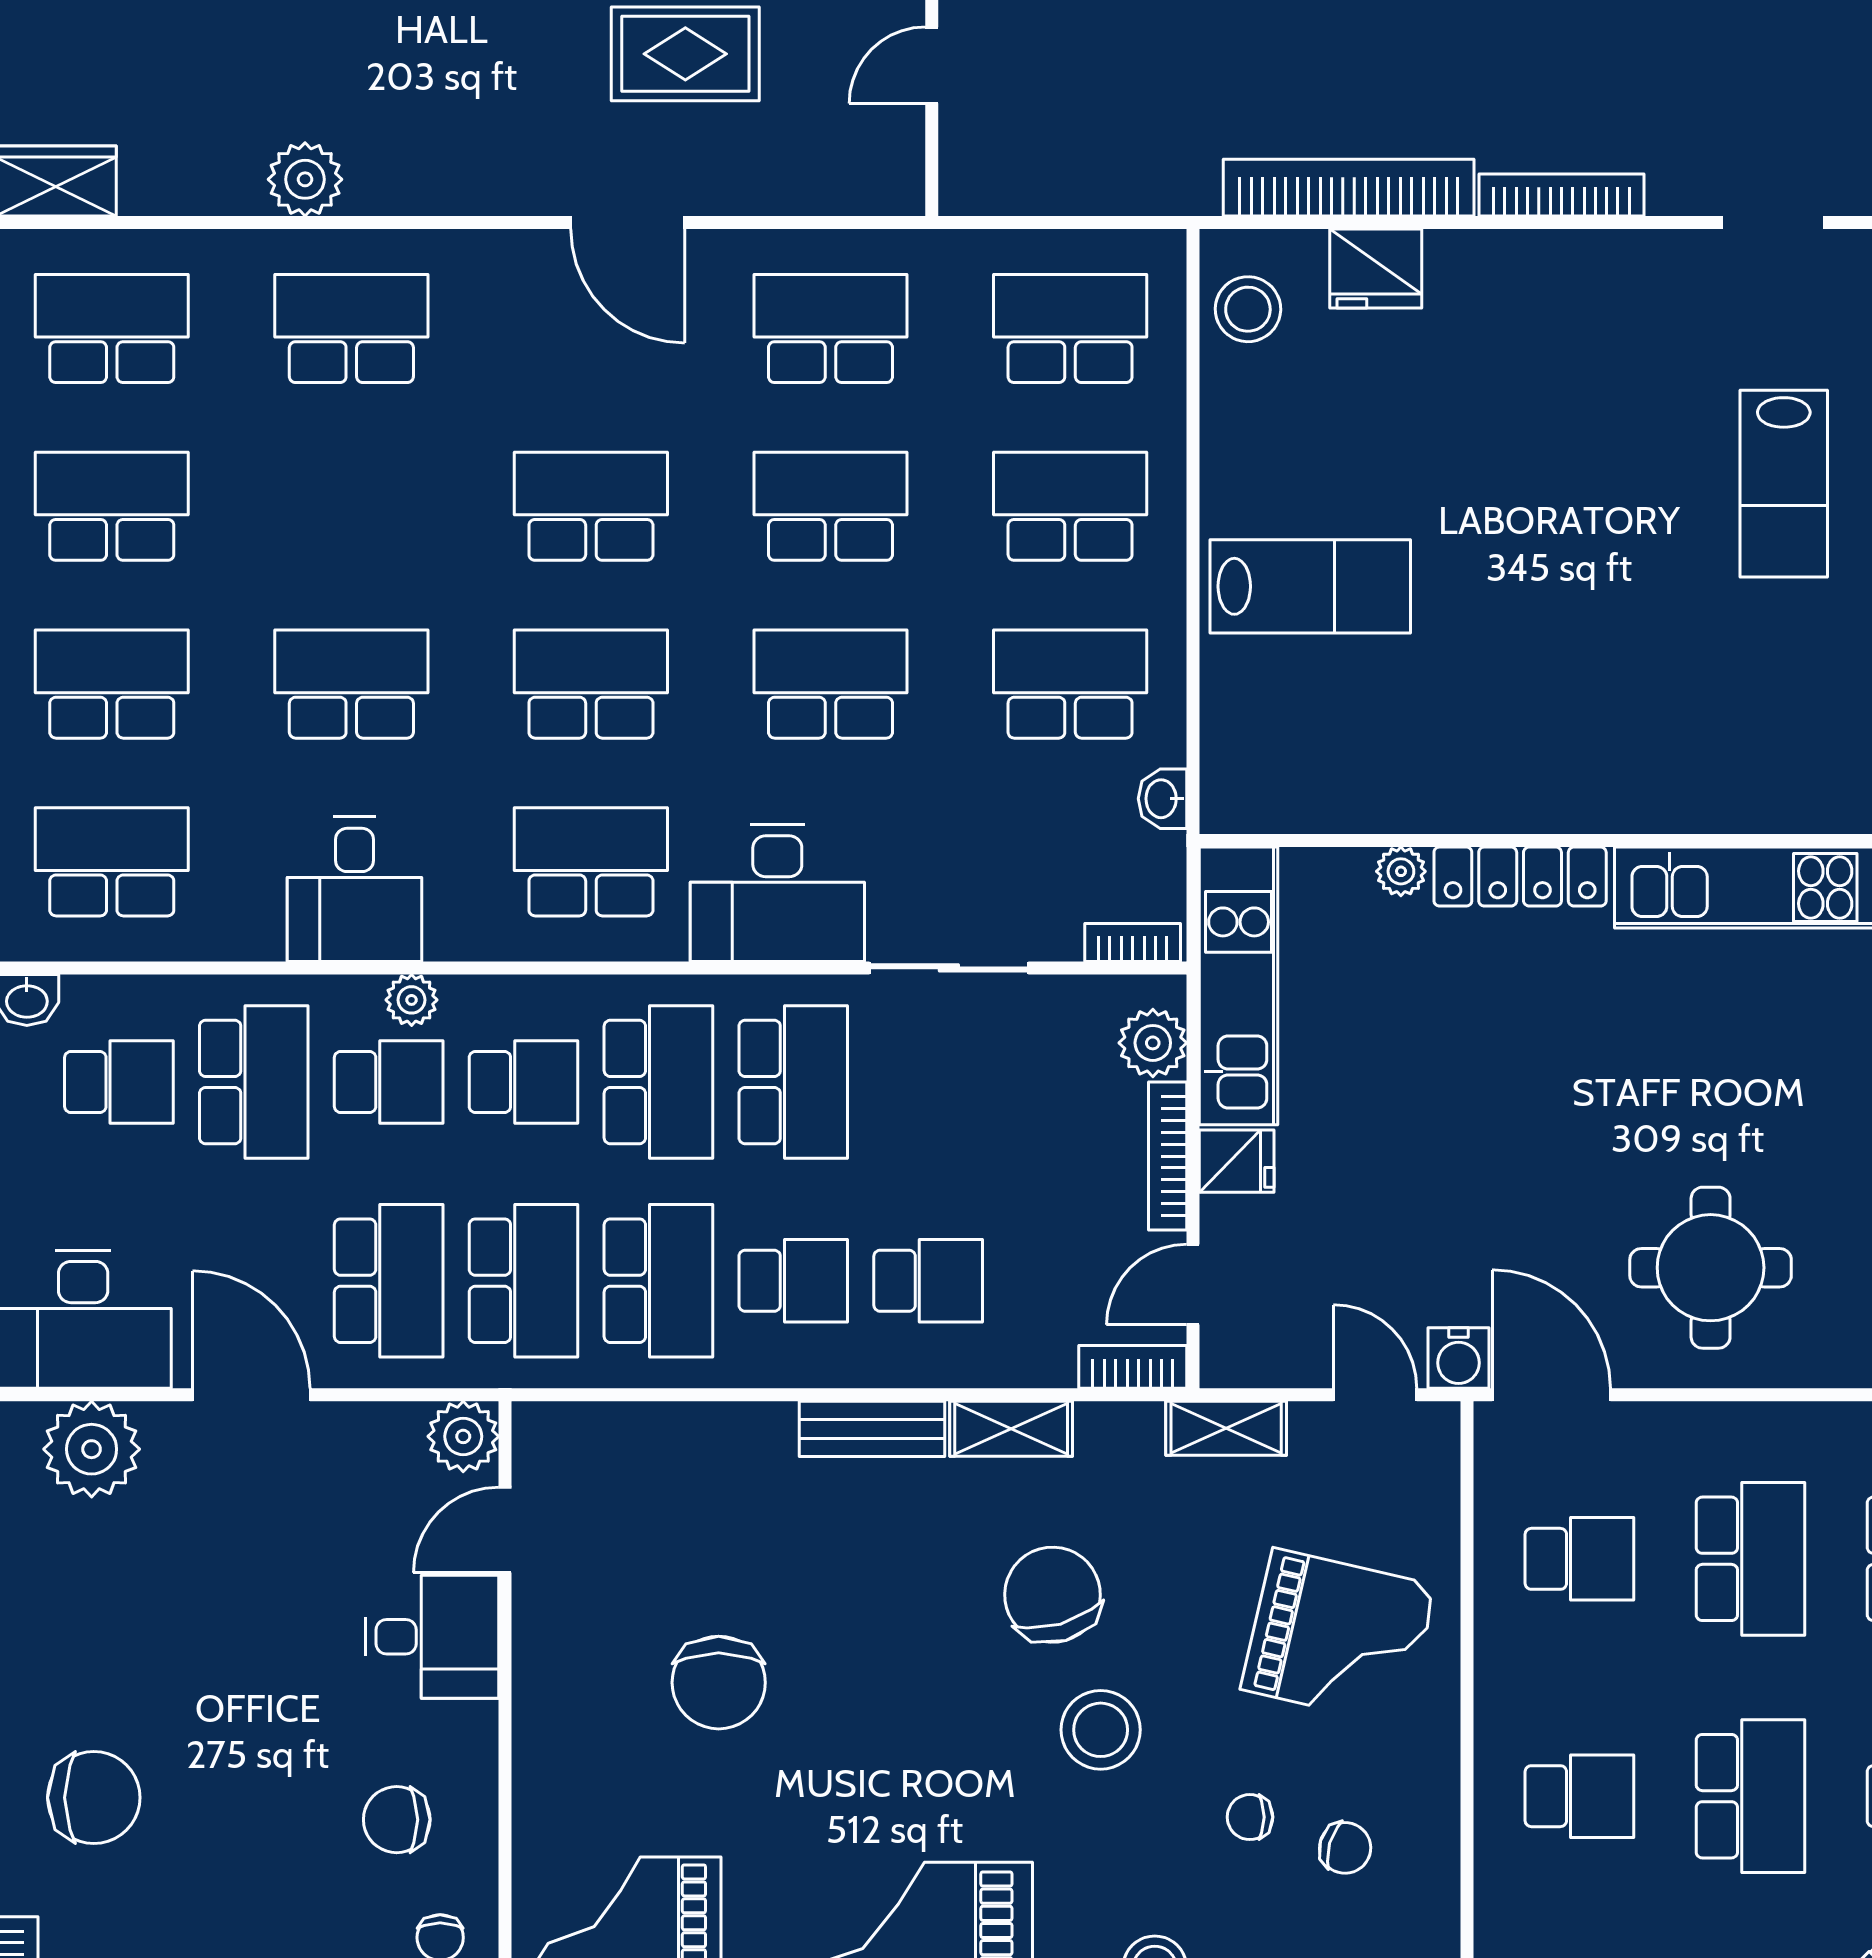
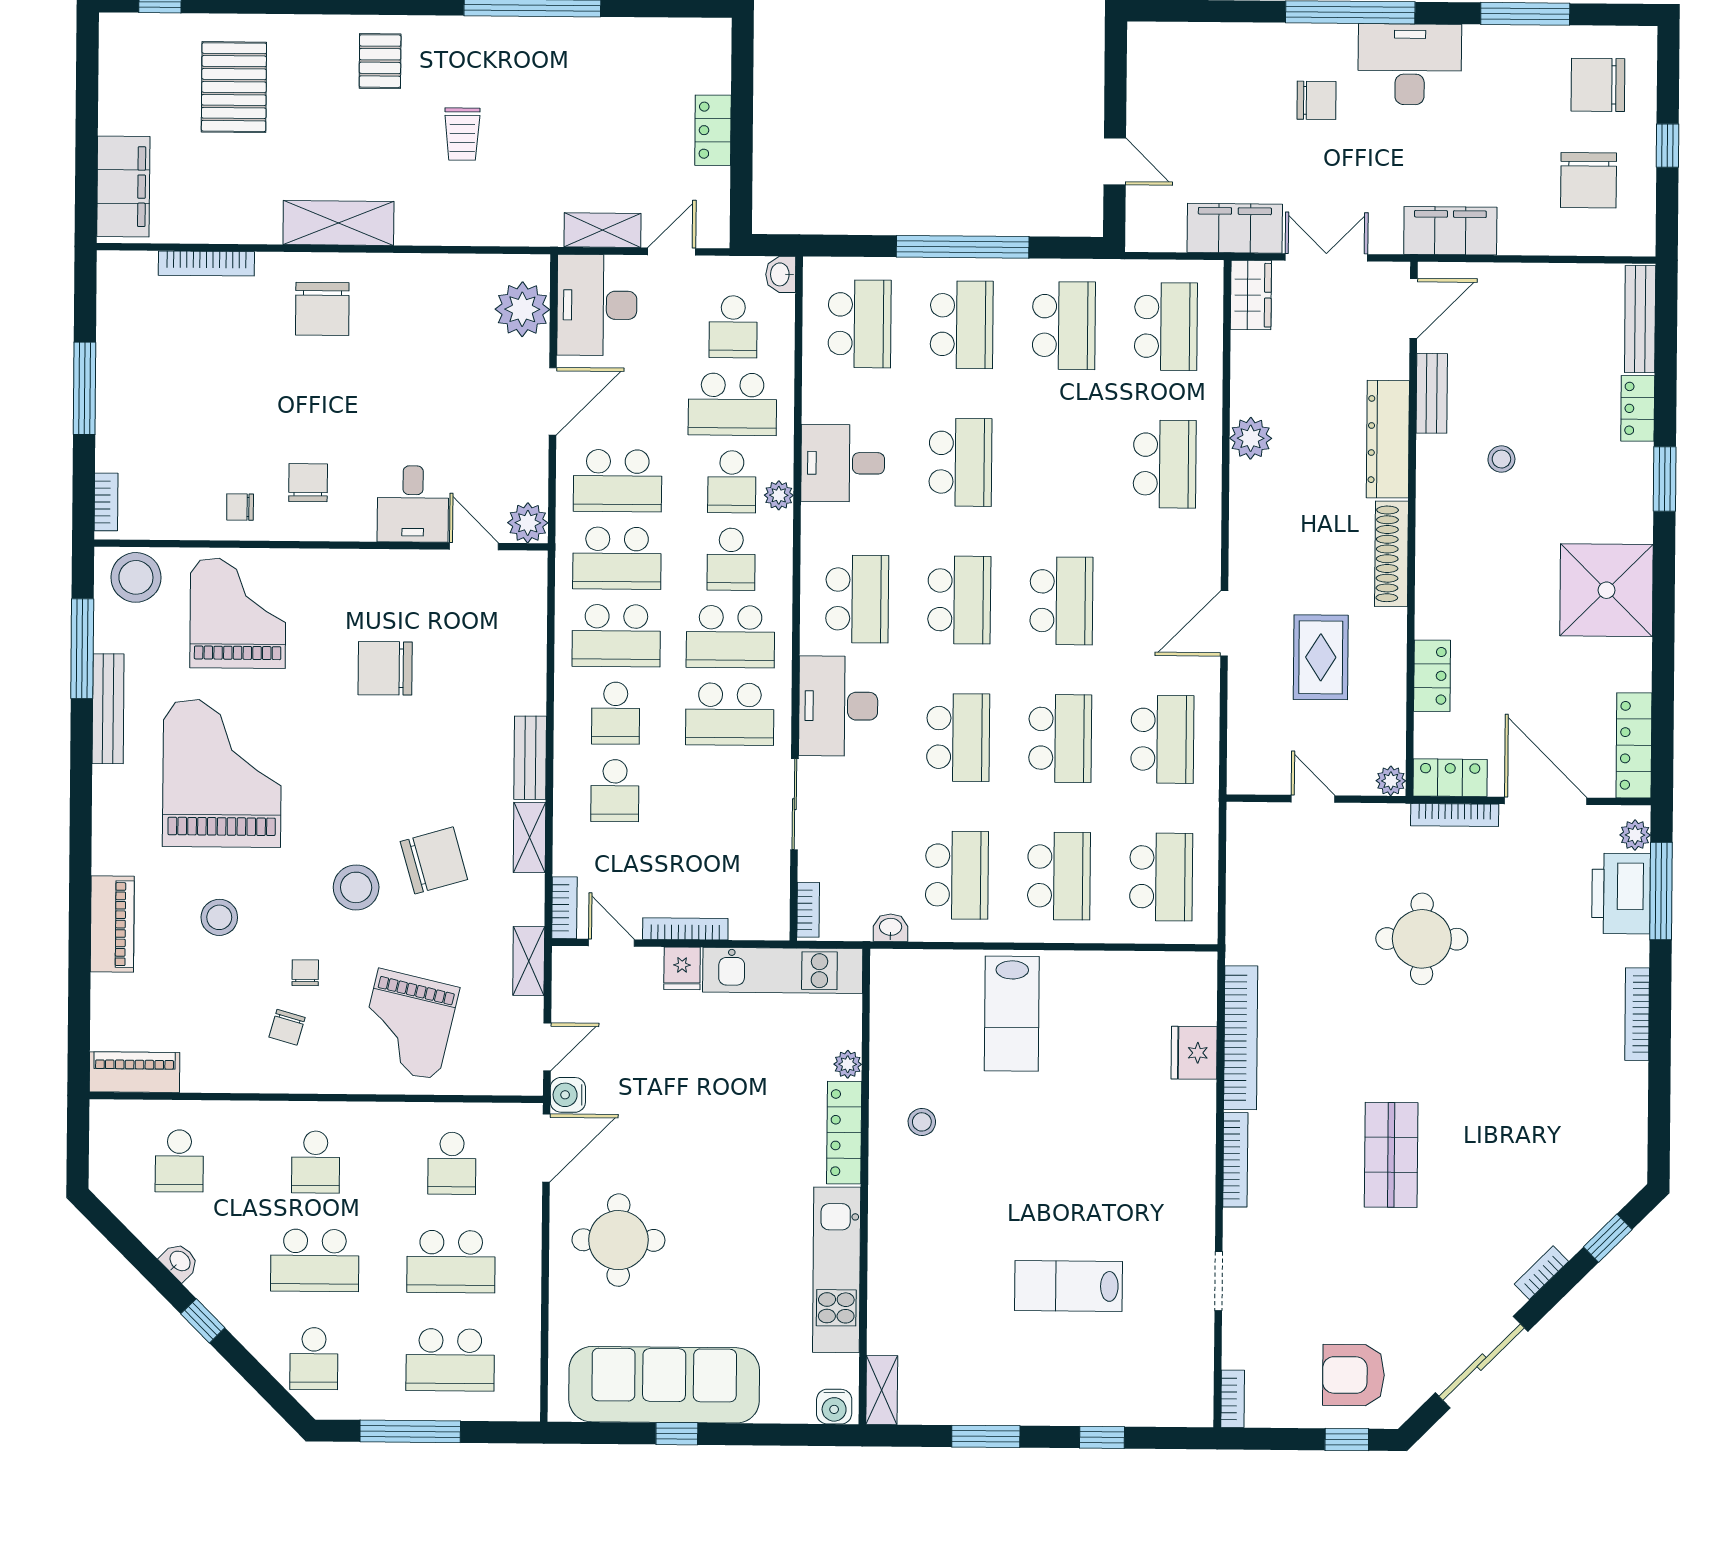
stool: (1248, 309) -> (922, 1122), moved, width x0.73, depth x0.73
plant: (1153, 1043) -> (750, 921), removed

